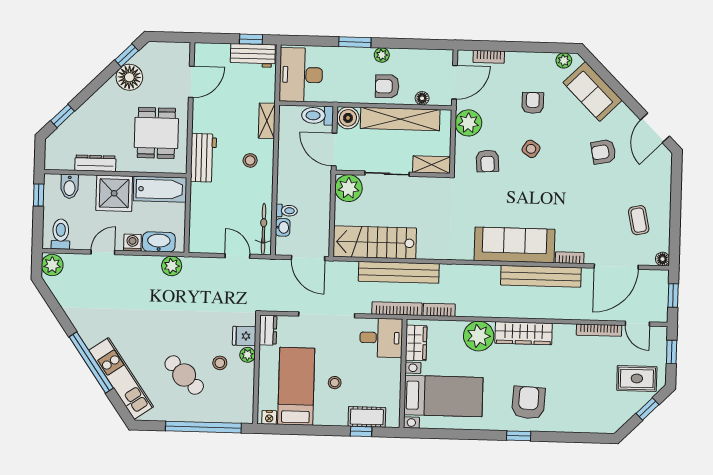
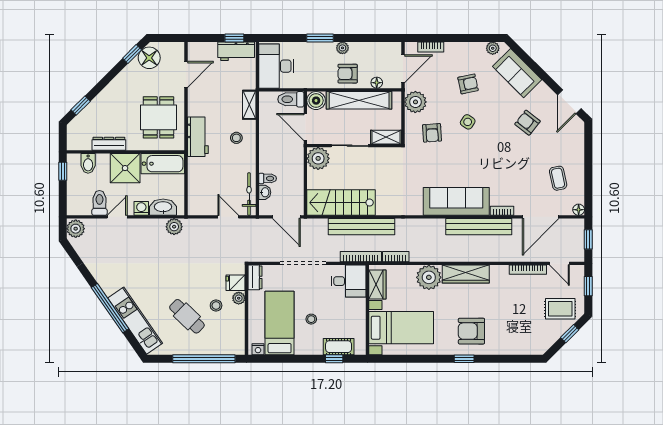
floor lamp: (129, 77) -> (149, 58), moved
armchair: (533, 103) -> (468, 84), turned 78
armchair: (603, 152) -> (527, 123), turned 49
toilet: (61, 234) -> (99, 203), moved
armchair: (528, 403) -> (471, 331), turned -93

